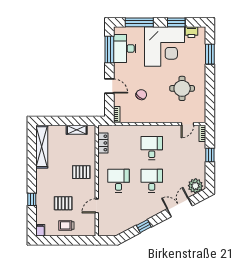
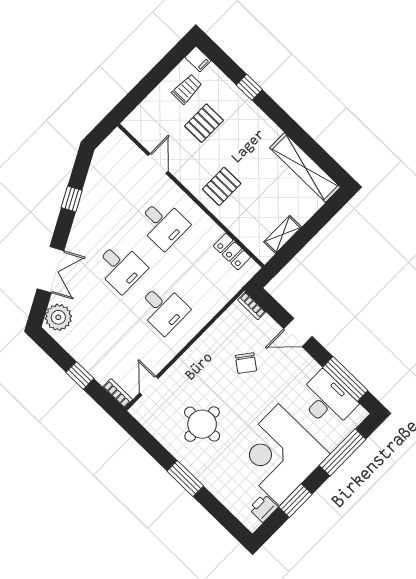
window: (210, 54) -> (185, 478), moved
trolley: (66, 225) -> (187, 89), moved

